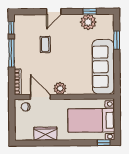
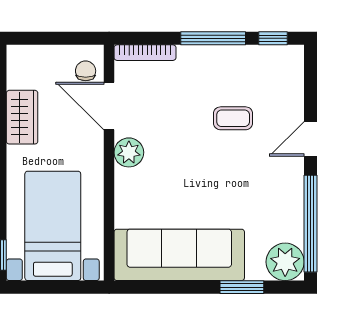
window: (90, 11) -> (310, 224), width x3.17
door: (54, 12) -> (310, 139), hinge flipped
plant: (88, 22) -> (285, 262), moved
door: (40, 97) -> (109, 106), swing flipped

